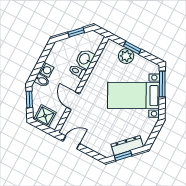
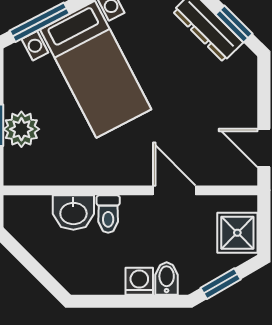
window: (76, 32) -> (27, 260), removed
door: (73, 101) -> (174, 190), swing flipped

